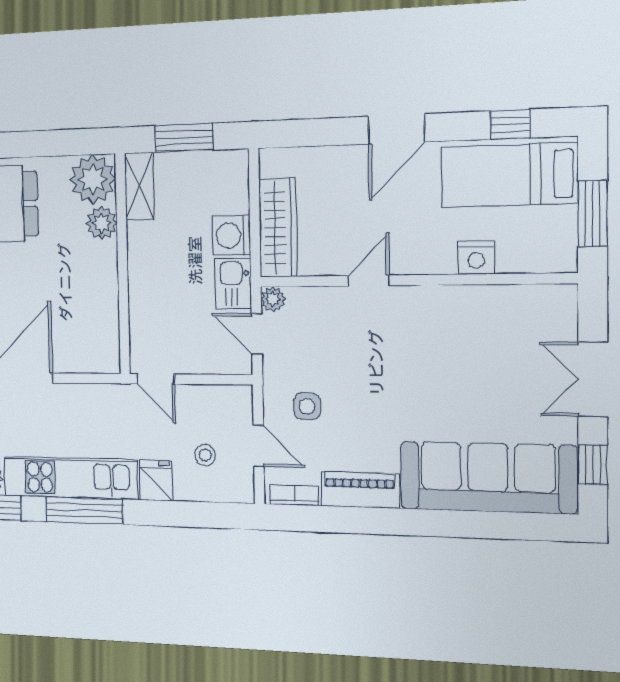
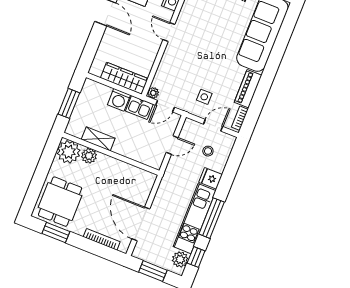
shelving: (139, 186) -> (98, 139), moved
door: (369, 281) -> (169, 32), moved
door: (156, 379) -> (172, 145), moved

